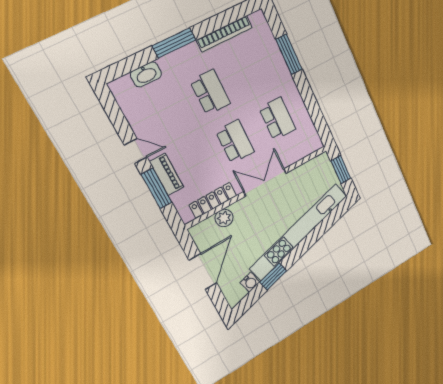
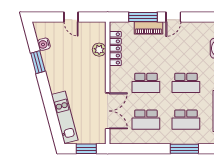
school desk: (254, 70) -> (186, 120), added
double door: (265, 182) -> (108, 111), moved
kitchen unit: (299, 232) -> (65, 117), width x0.54
door: (203, 272) -> (71, 17), width x0.53

